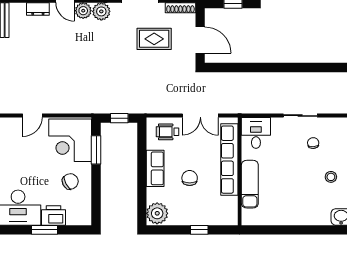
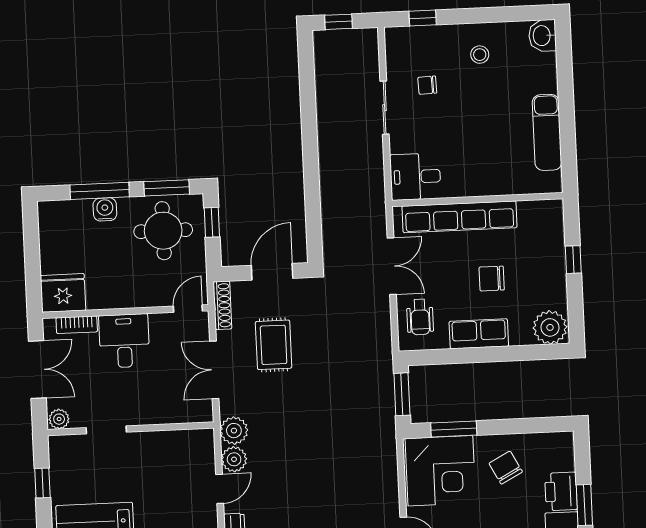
window: (119, 118) -> (402, 394), width x1.50
exam couch: (250, 184) -> (547, 132), moved, turned -90

